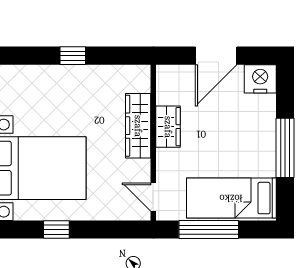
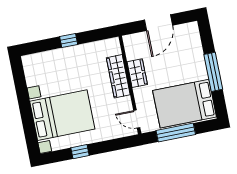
nightstand: (260, 79) -> (189, 32), removed
bed: (231, 198) -> (185, 104), width x1.50

